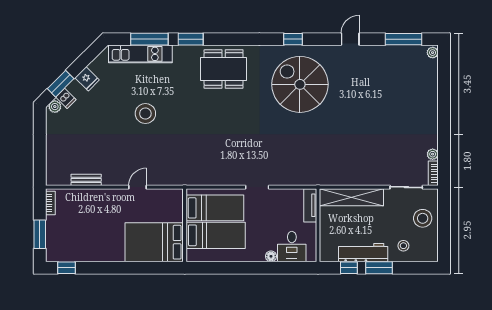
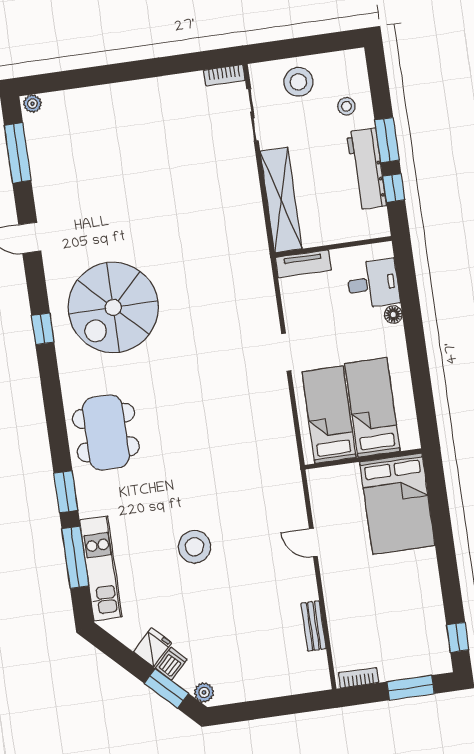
dishwasher: (66, 98) -> (171, 664), moved
plant: (433, 154) -> (194, 81), removed

